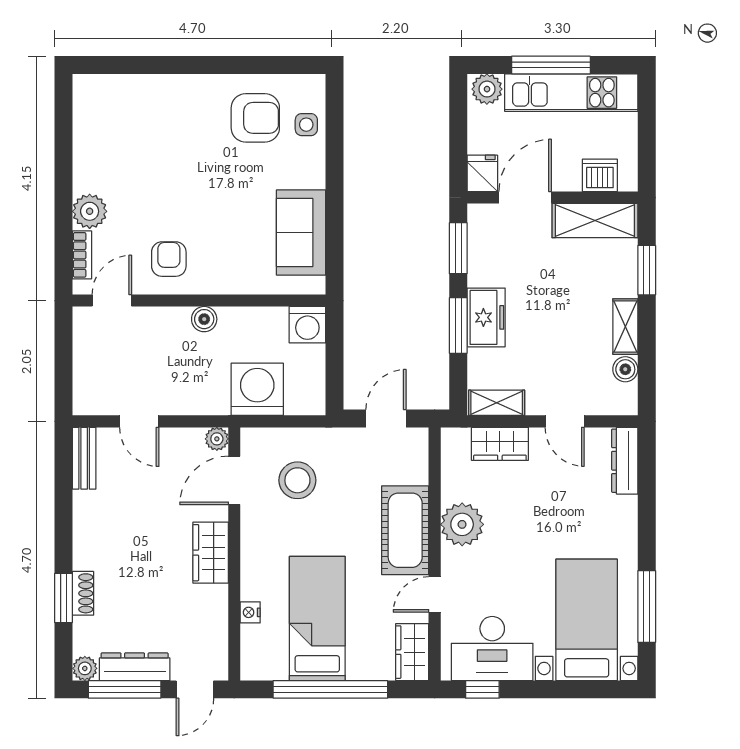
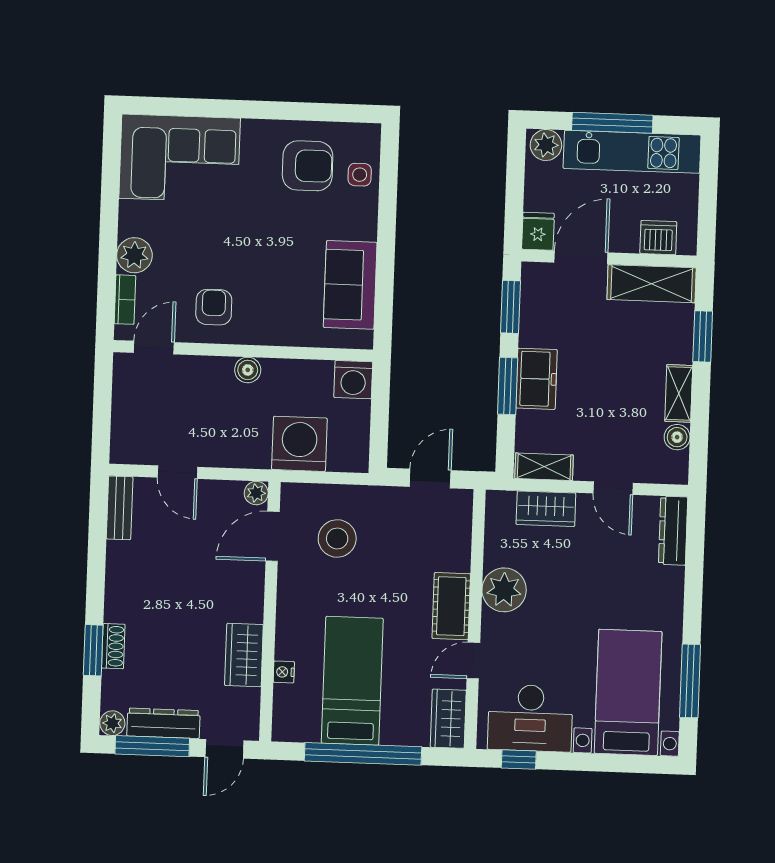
corner sofa: (130, 115) -> (180, 158), added
cot: (405, 530) -> (451, 606), width x0.73, depth x0.75
wardrobe: (211, 553) -> (244, 655), moved

